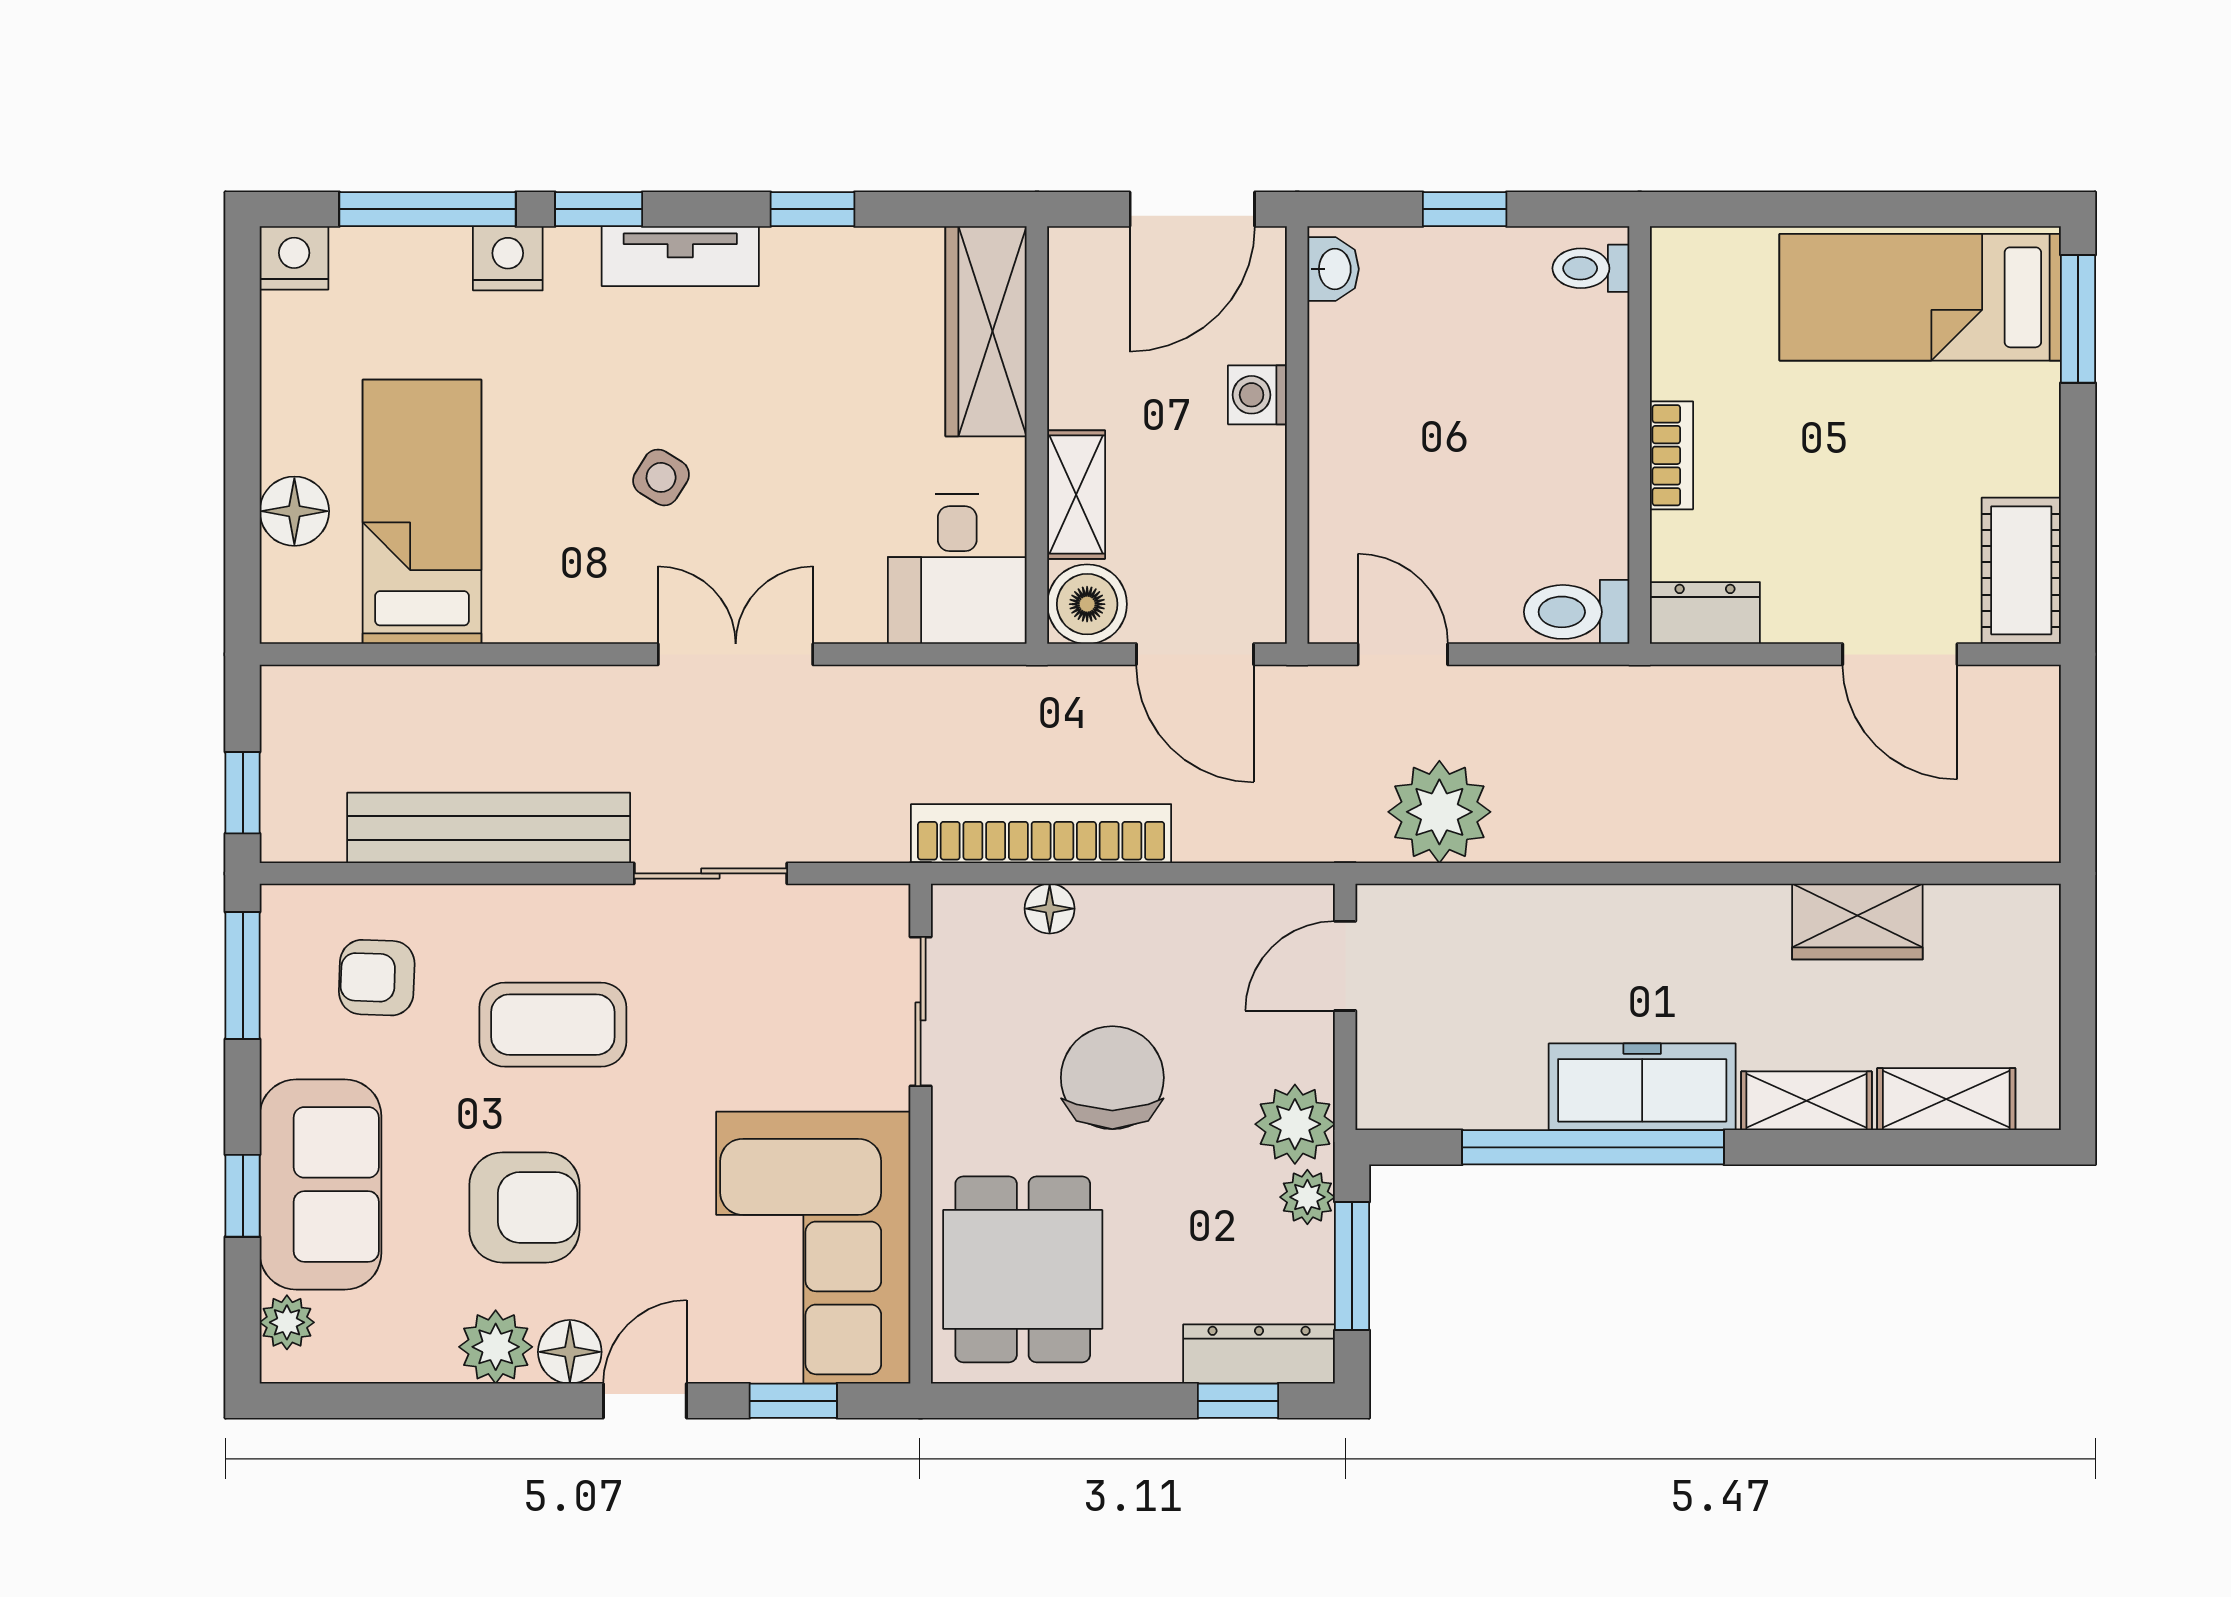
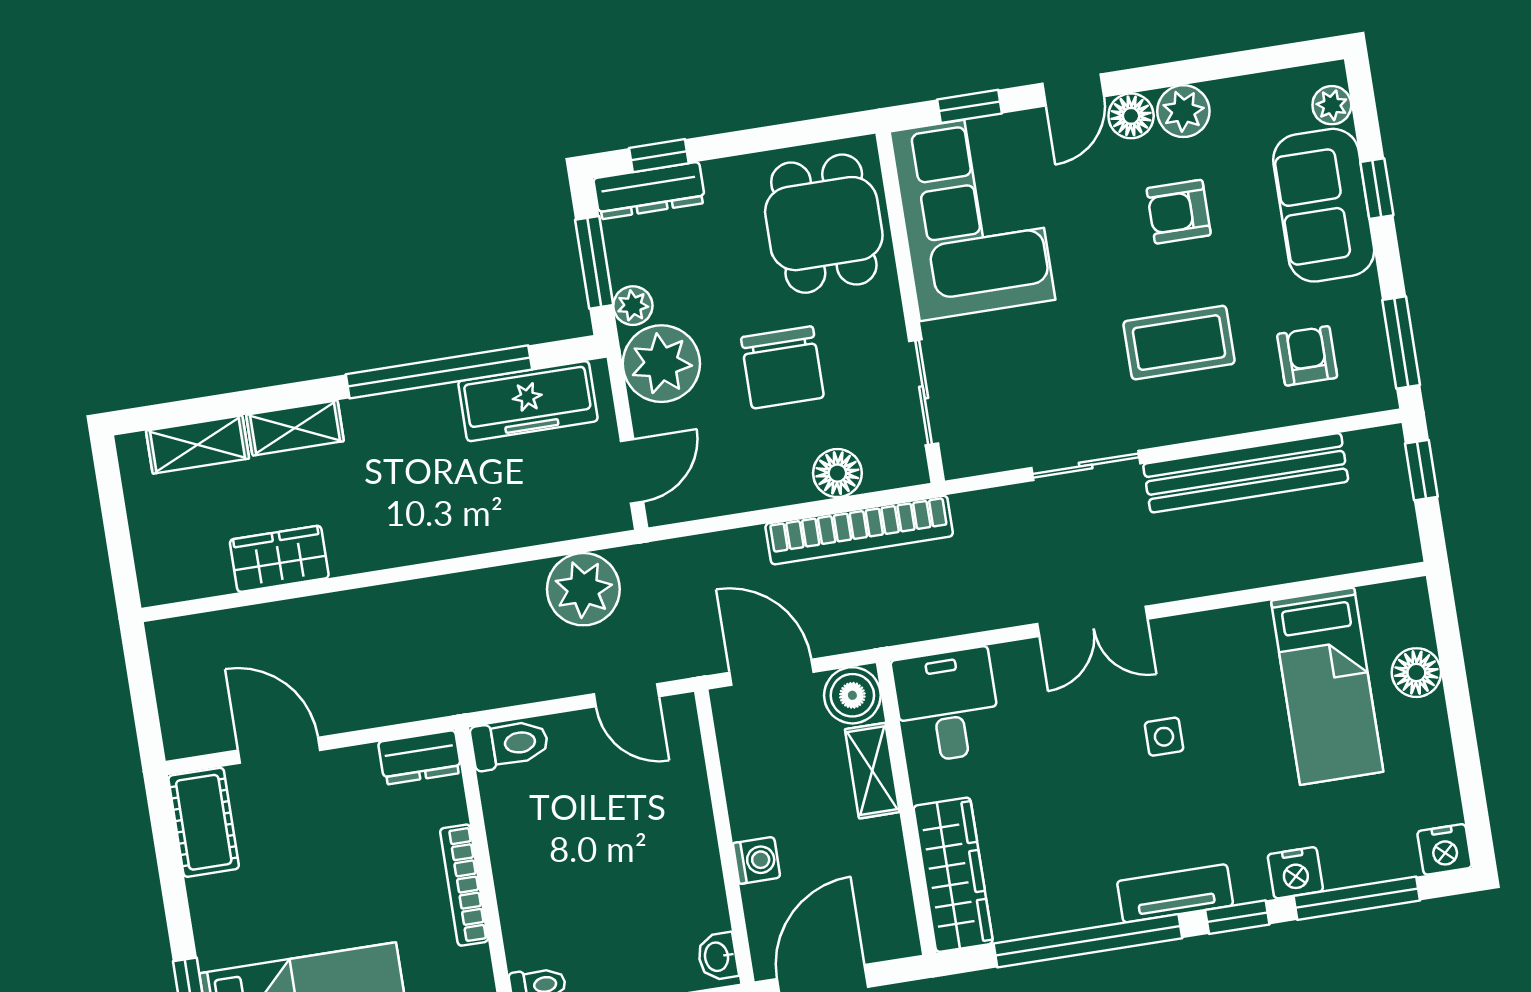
window: (813, 209) -> (1088, 941), width x3.17
bookcase: (1671, 455) -> (464, 885), width x1.56
side table: (661, 477) -> (1164, 737), turned -32
floor lamp: (1050, 909) -> (837, 473), width x1.37, depth x1.37
armchair: (377, 978) -> (1307, 356), turned -92
freezer: (1642, 1087) -> (528, 401), moved
plant: (1295, 1124) -> (661, 364), width x1.36, depth x1.36
armchair: (524, 1207) -> (1179, 212), width x0.72, depth x0.72

